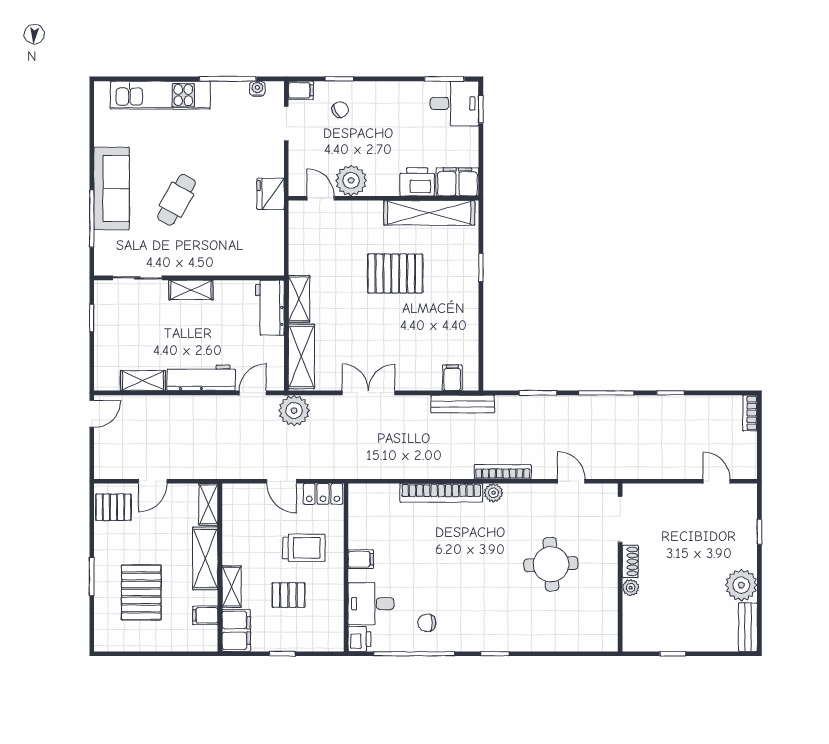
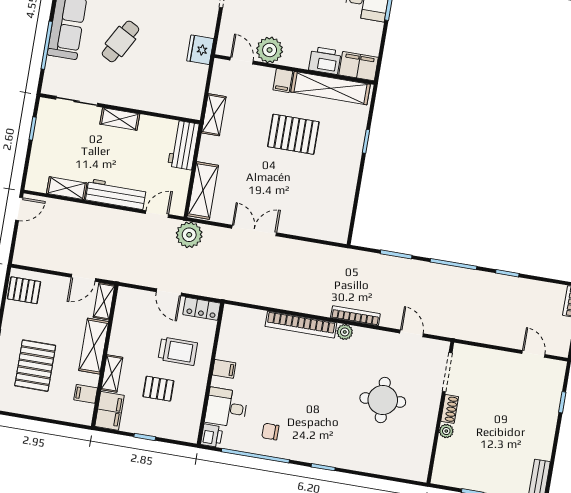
shelving: (299, 299) -> (214, 115), moved
filing cabinet: (452, 378) -> (283, 81), moved, turned 180
bench: (463, 404) -> (331, 253), removed
door: (153, 481) -> (83, 278), moved
plant: (741, 585) -> (539, 445), removed

